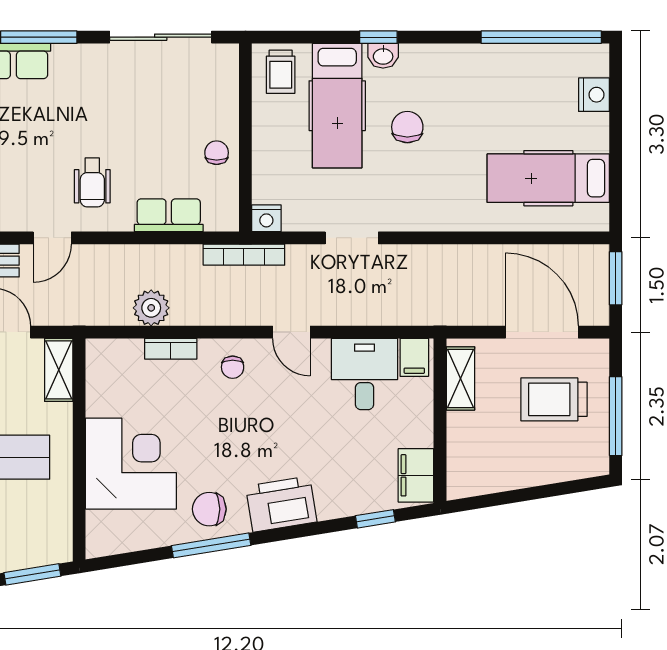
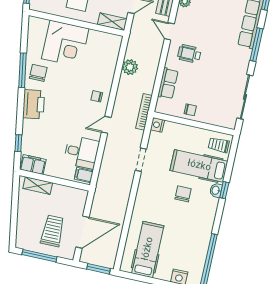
chair: (407, 127) -> (183, 194), turned -90
bookcase: (171, 349) -> (111, 72), removed
shelving: (461, 378) -> (38, 186), moved

